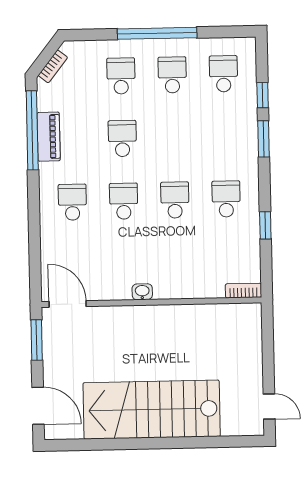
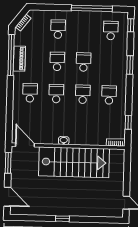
window: (157, 33) -> (92, 8), moved
school desk: (172, 75) -> (84, 62), moved
window: (263, 95) -> (131, 25), moved
window: (265, 225) -> (128, 122), moved
stairs: (152, 410) -> (74, 162), moved, turned 180
window: (147, 443) -> (62, 219), added

